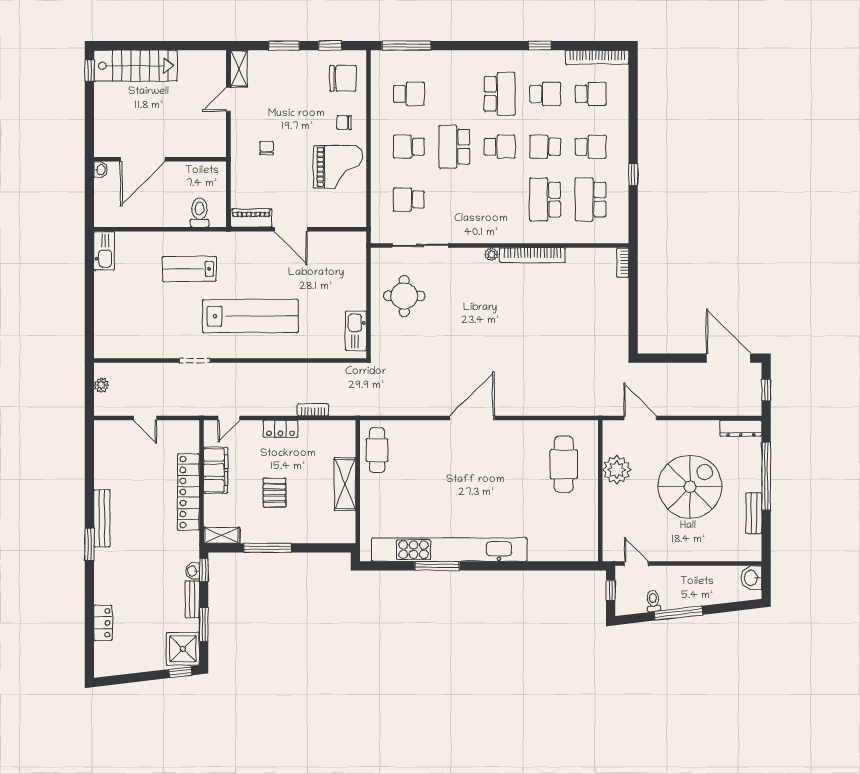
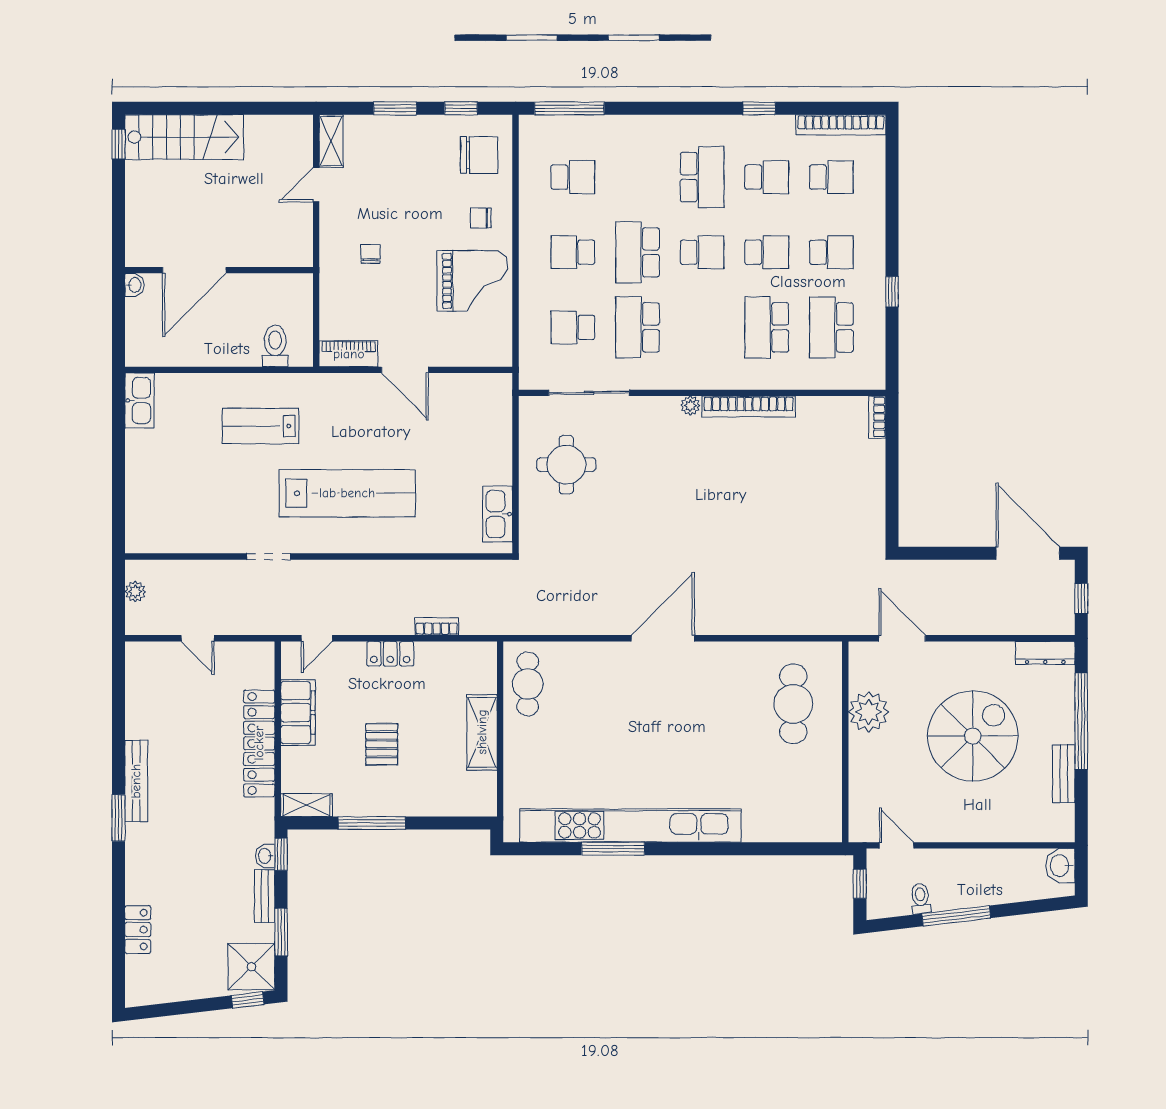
school desk: (545, 147) -> (767, 252), turned 180
school desk: (454, 199) -> (637, 327), added

